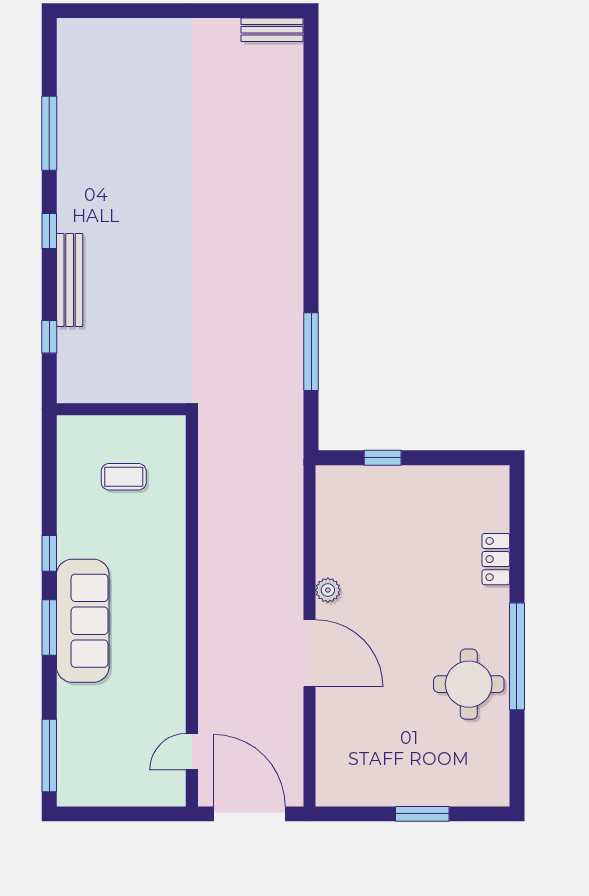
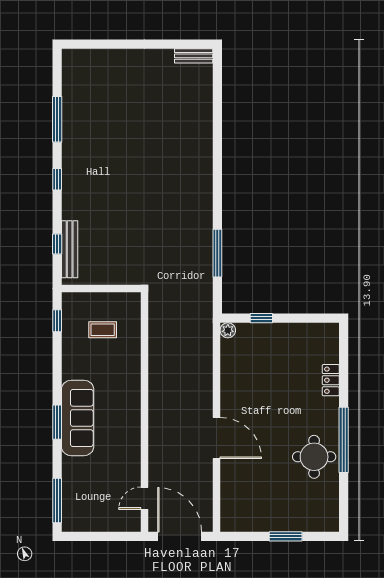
bench: (70, 280) -> (70, 249), moved
window: (49, 553) -> (57, 321), moved
plant: (328, 590) -> (228, 330), moved

